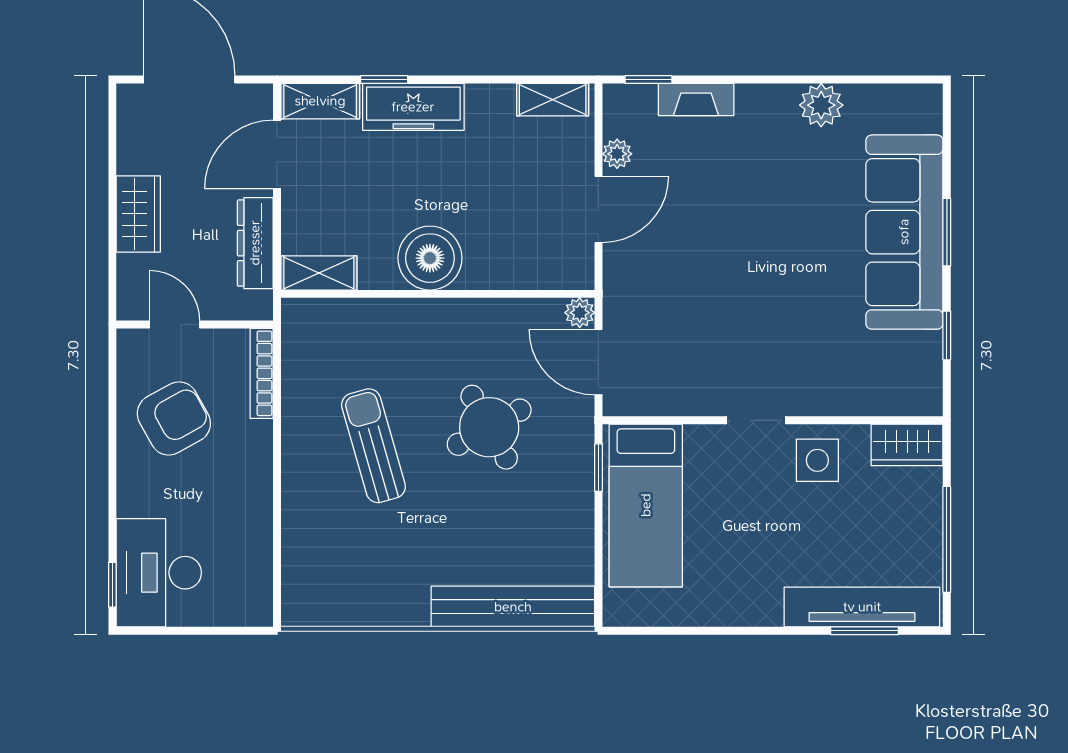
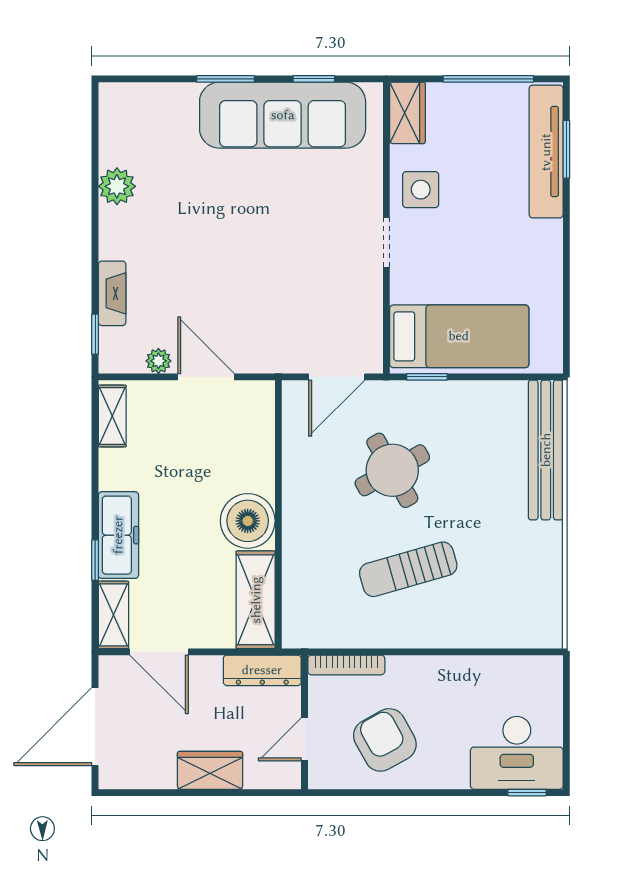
sofa: (904, 232) -> (283, 115), moved
dresser: (255, 243) -> (262, 670), moved
shelving: (319, 273) -> (256, 600), width x1.50, depth x1.33
plant: (580, 313) -> (294, 393), removed

